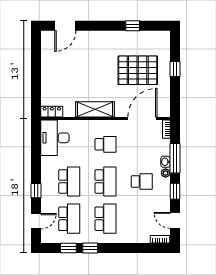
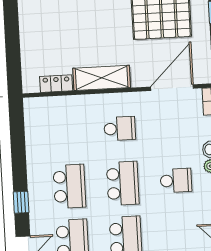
locker: (52, 112) -> (56, 84), moved
desk: (55, 138) -> (45, 123), removed

